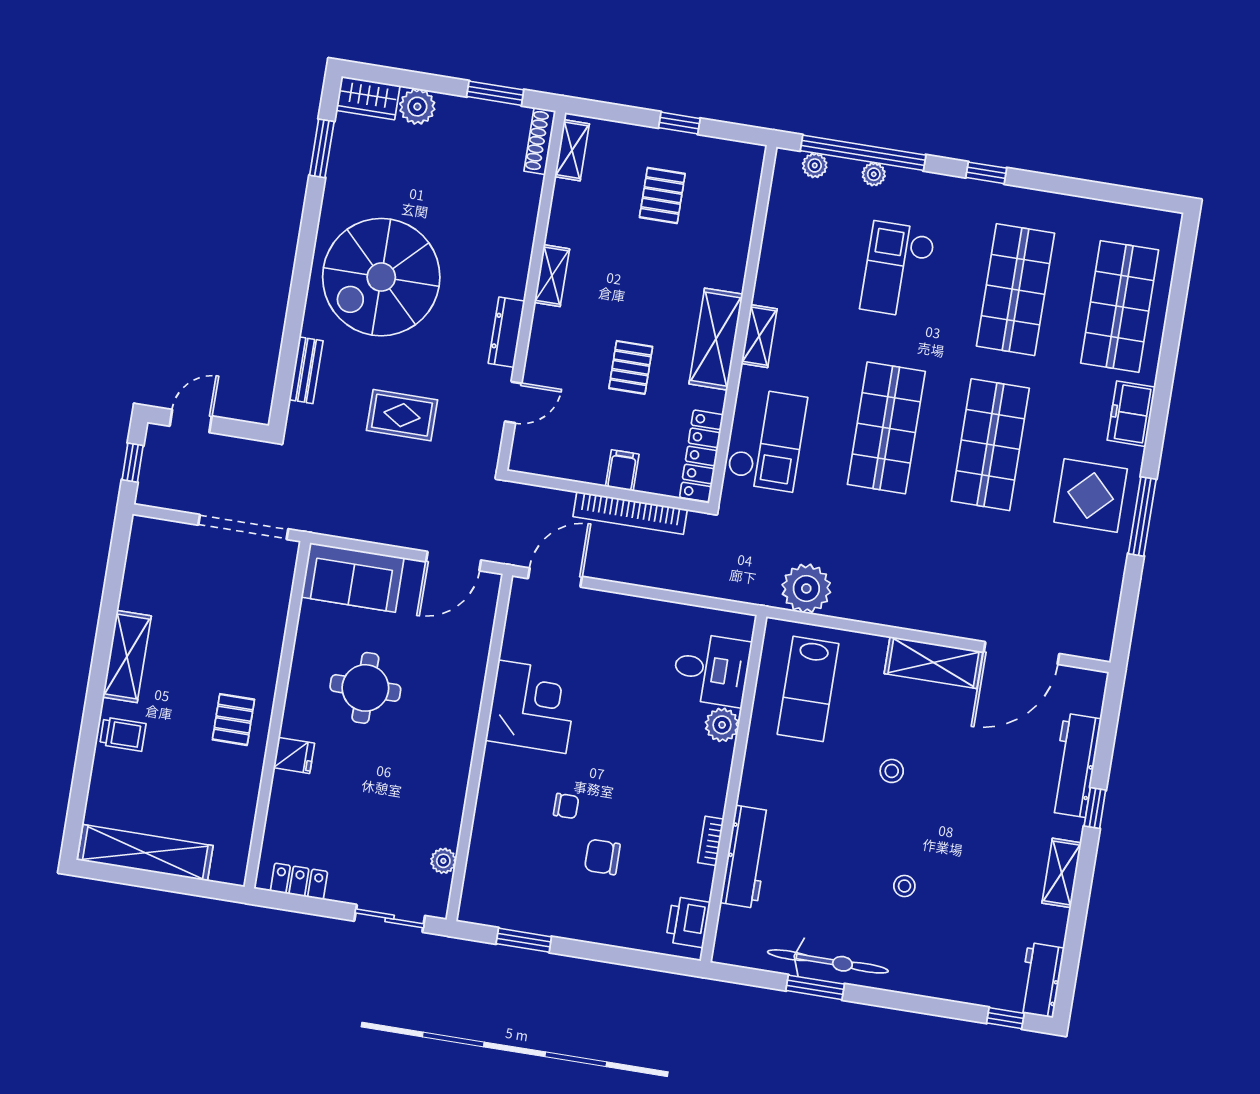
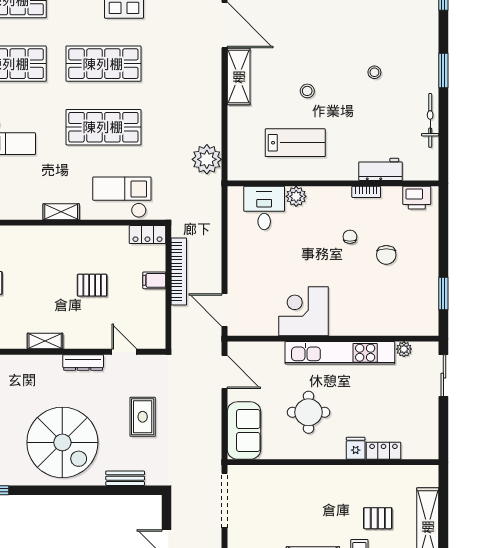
shelving: (716, 339) -> (67, 237), removed
locker: (701, 456) -> (147, 235), width x0.66
lab bench: (808, 689) -> (295, 143), moved
pallet: (233, 720) -> (378, 518), moved
kitchen unit: (454, 755) -> (340, 353), added
chair: (566, 806) -> (350, 237), moved
workbench: (746, 857) -> (380, 169), width x0.73
locker: (299, 881) -> (383, 451), moved, turned 90
bicycle: (828, 961) -> (430, 120), width x0.73, depth x0.71
window: (815, 987) -> (443, 71), moved

